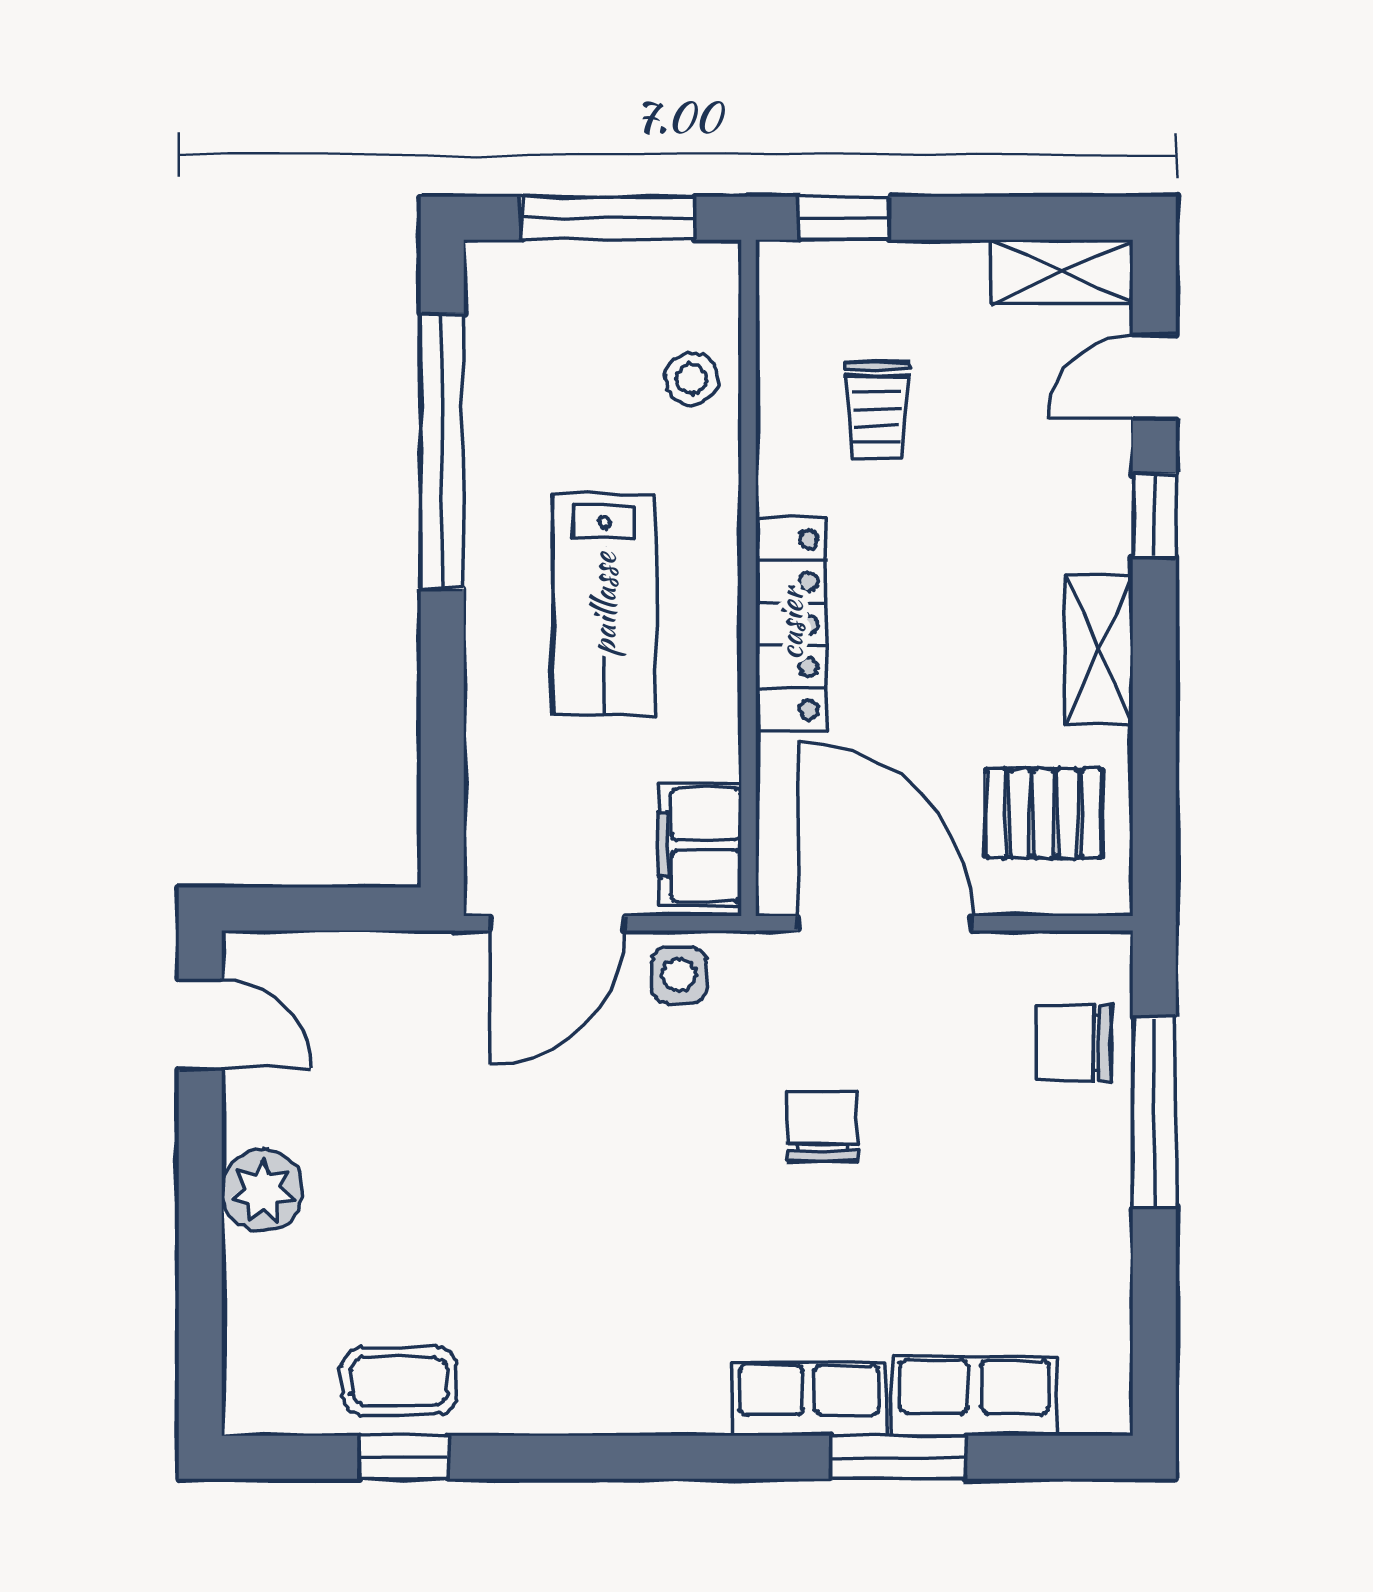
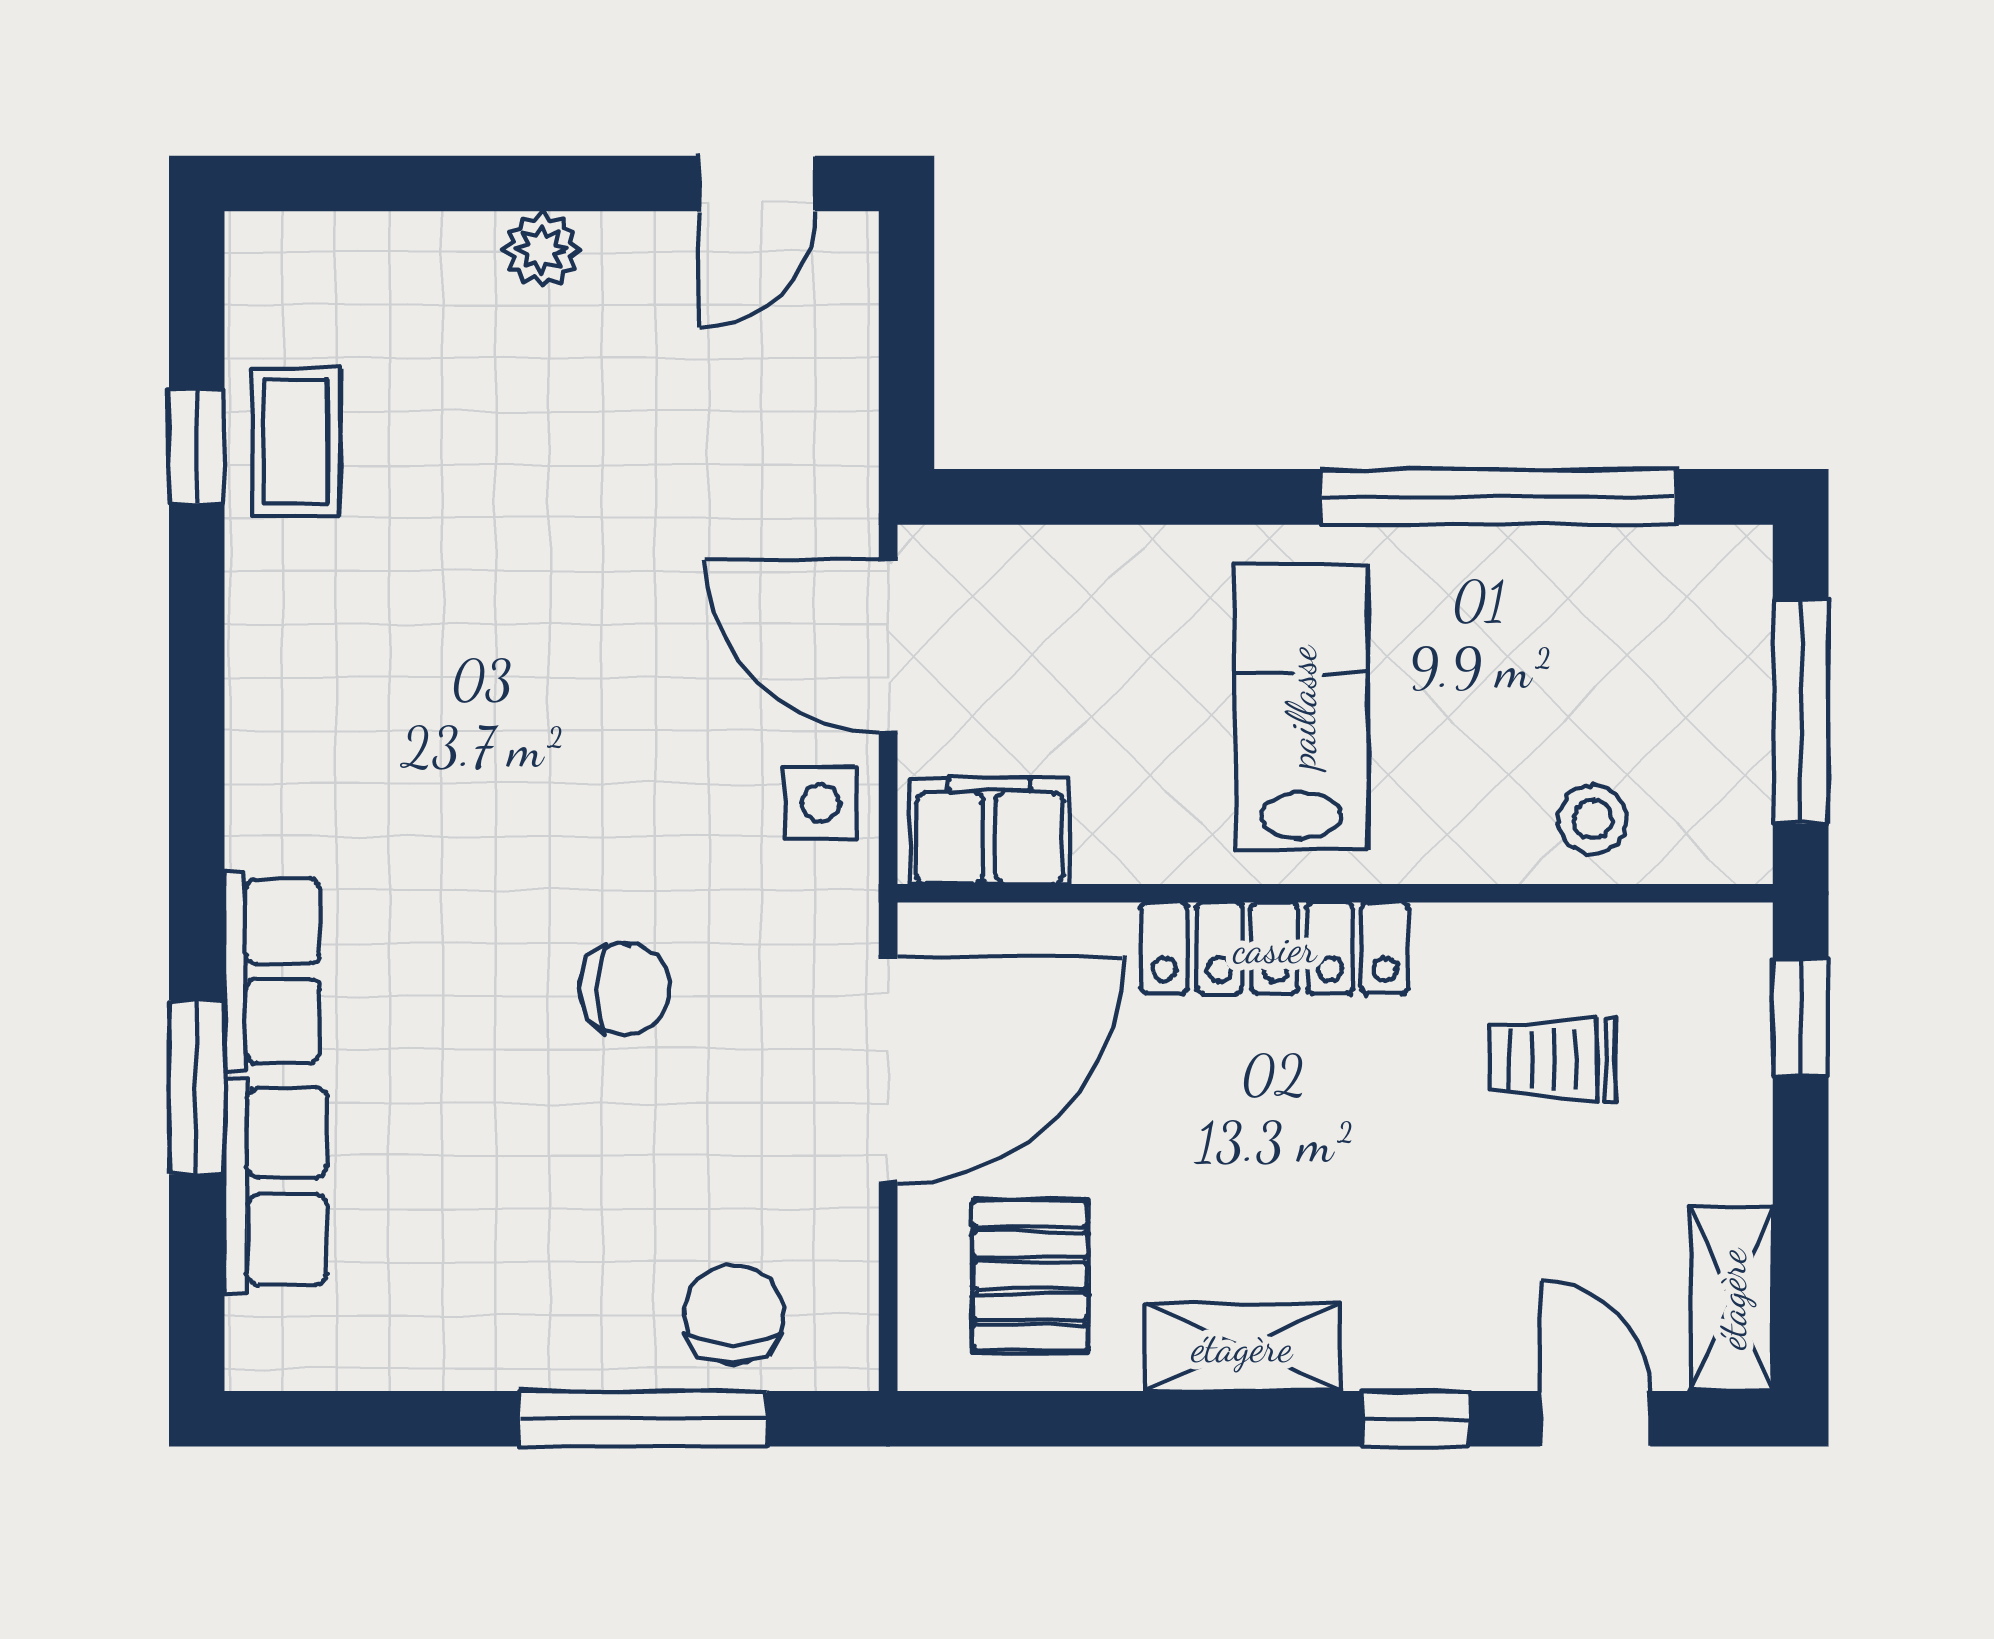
lab bench: (604, 604) -> (1301, 707), turned 90
plant: (262, 1191) -> (542, 250), width x0.73, depth x0.73

